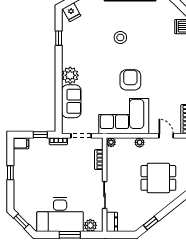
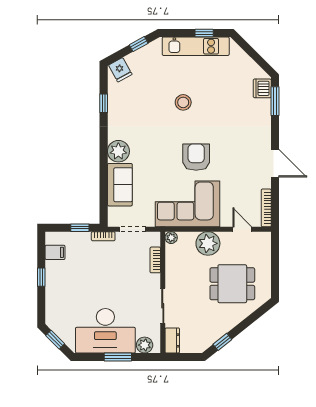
plant: (140, 142) -> (208, 243), width x1.87, depth x1.87
filing cabinet: (21, 143) -> (55, 252), moved

